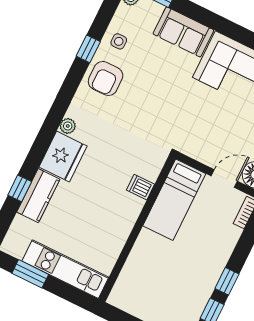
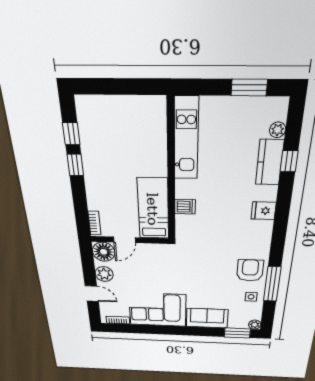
window: (88, 49) -> (272, 284), width x2.17
plant: (68, 126) -> (278, 130), moved
fridge: (63, 157) -> (264, 211), width x0.53, depth x0.75
kitchen unit: (65, 269) -> (186, 139), moved, turned -90

